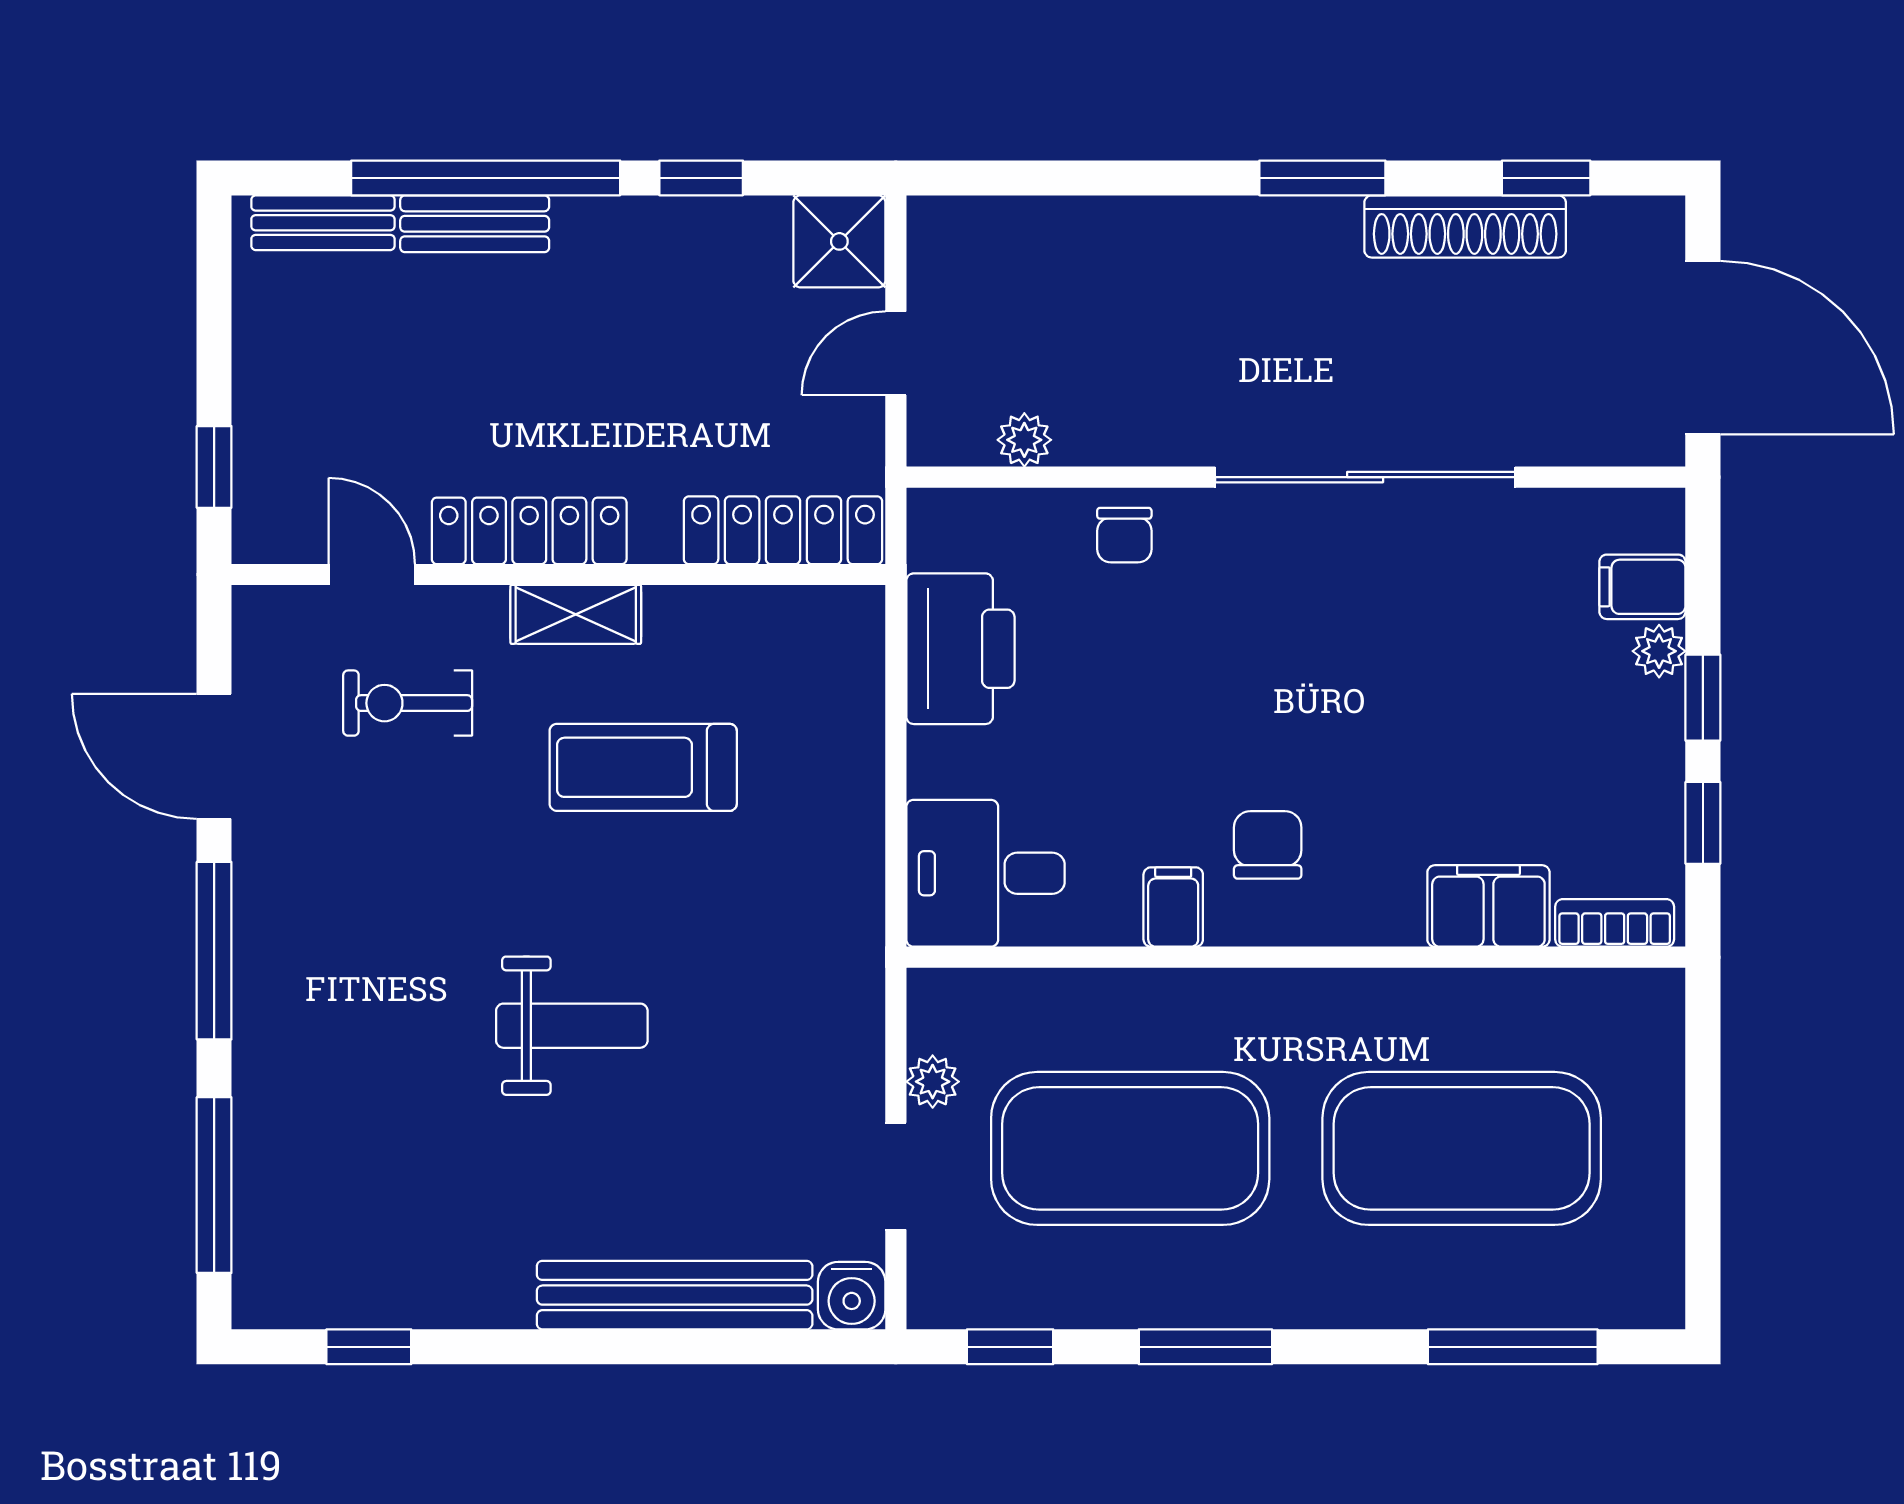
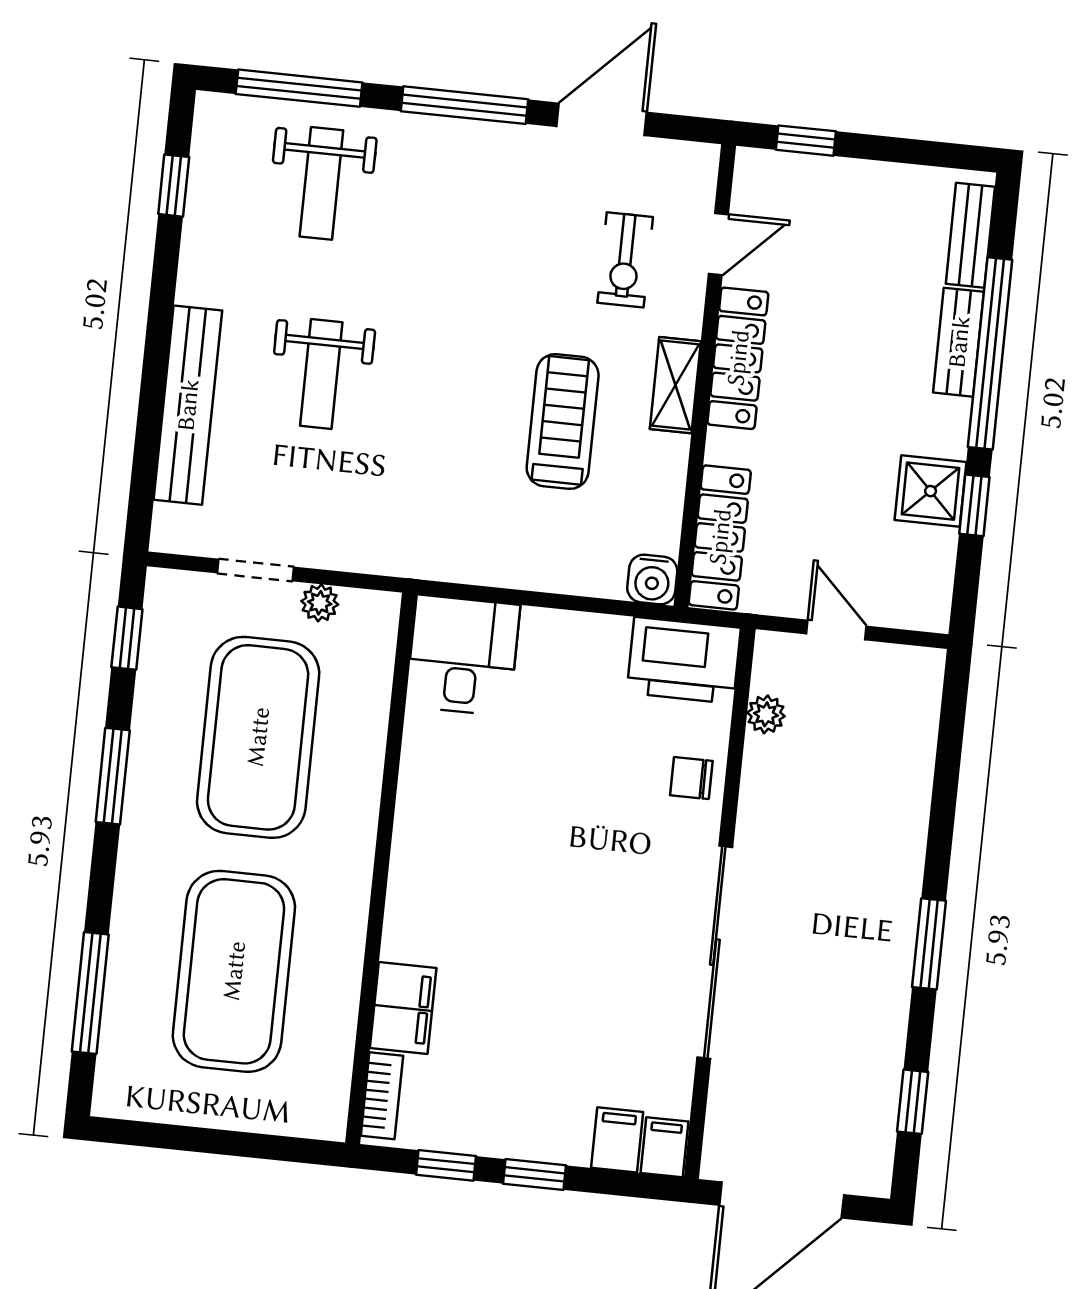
shoe rack: (1465, 226) -> (884, 1041), removed
shower: (839, 241) -> (931, 491), moved
printer: (960, 649) -> (684, 660), moved
plant: (1659, 651) -> (571, 1147), removed
exercise bike: (408, 703) -> (625, 260), turned 180
chair: (1268, 845) -> (462, 857), removed
filing cabinet: (1173, 907) -> (665, 1147), moved, turned -90
weight bench: (572, 1026) -> (321, 374), moved
weight bench: (344, 1140) -> (321, 183), added
water cooler: (852, 1296) -> (652, 579), moved, turned -90

